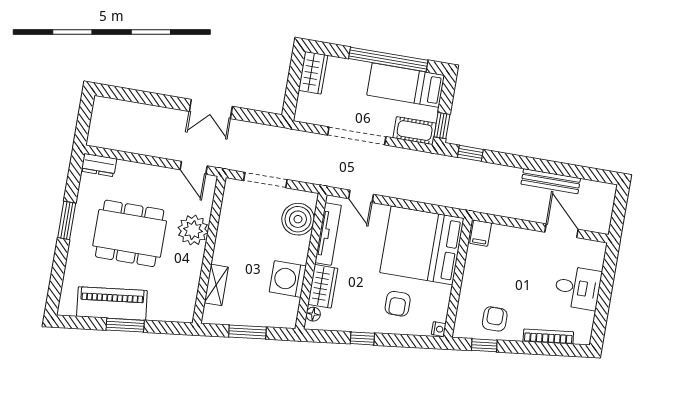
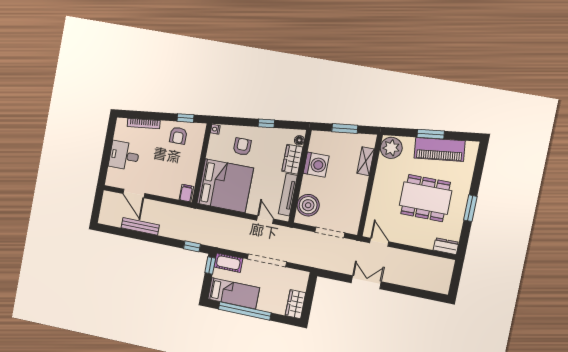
plant: (193, 230) -> (391, 148), moved

